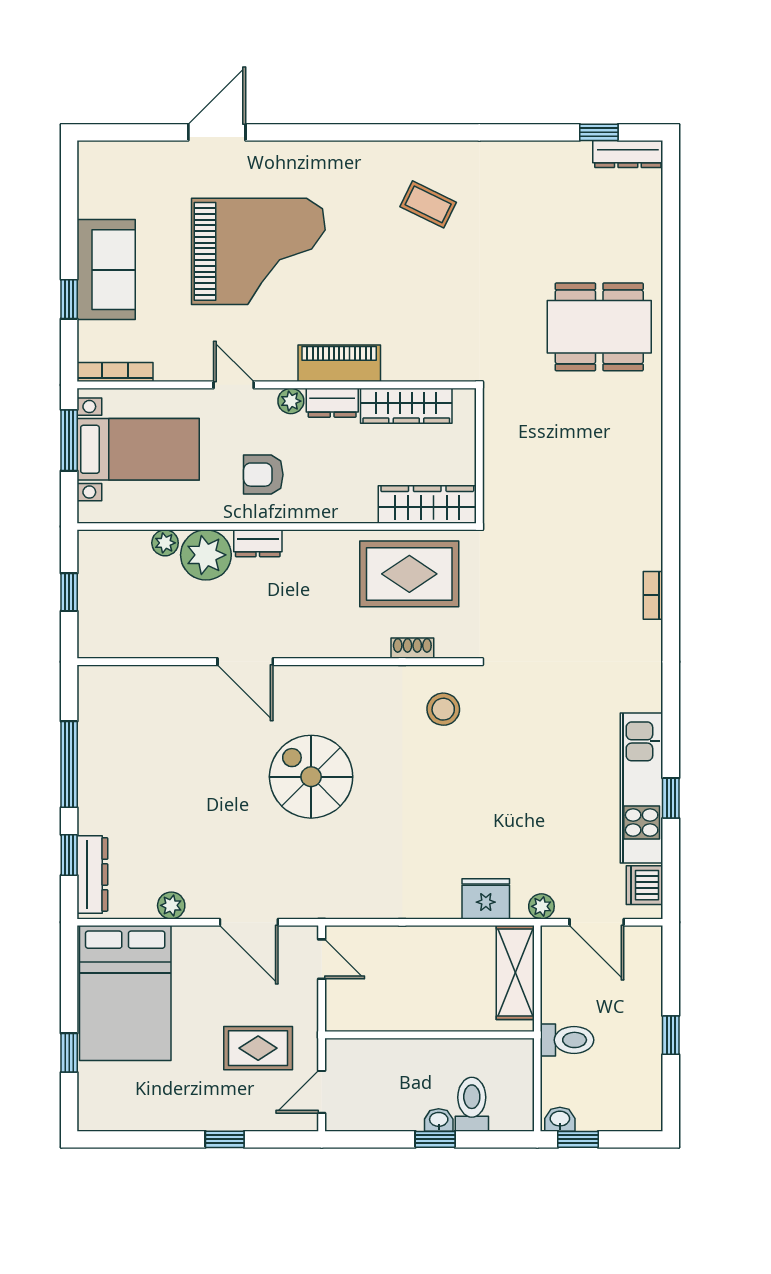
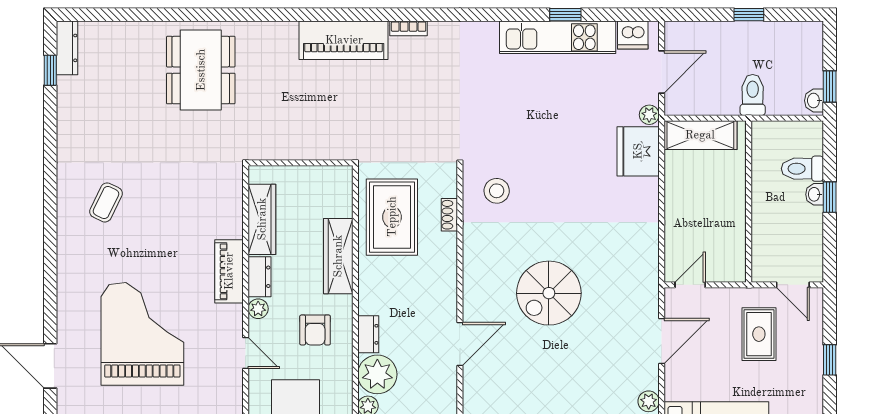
door: (234, 385) -> (246, 353), swing flipped
wardrobe: (427, 504) -> (338, 256), moved
piano: (638, 511) -> (344, 40), added
fridge: (486, 899) -> (638, 151), width x1.36, depth x1.34

